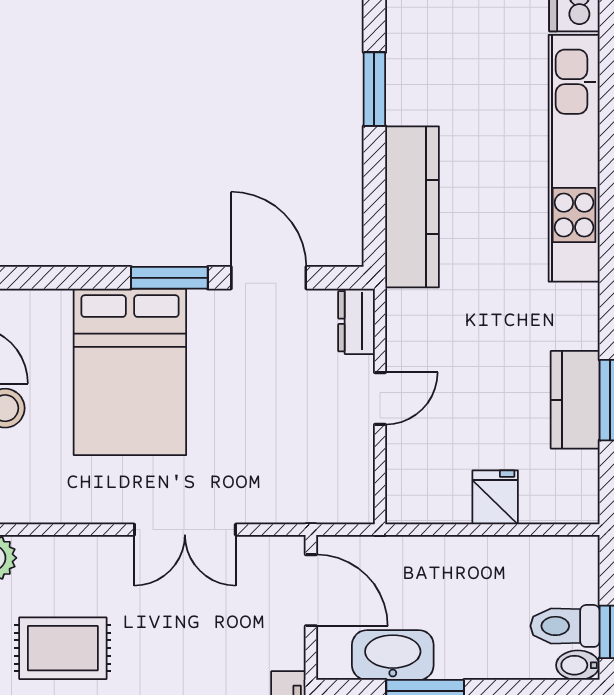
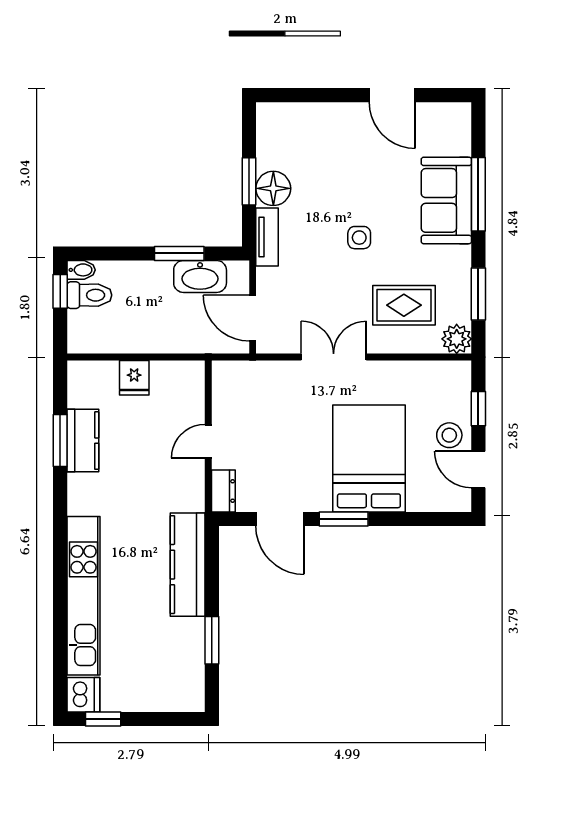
rug: (63, 648) -> (404, 305), moved

